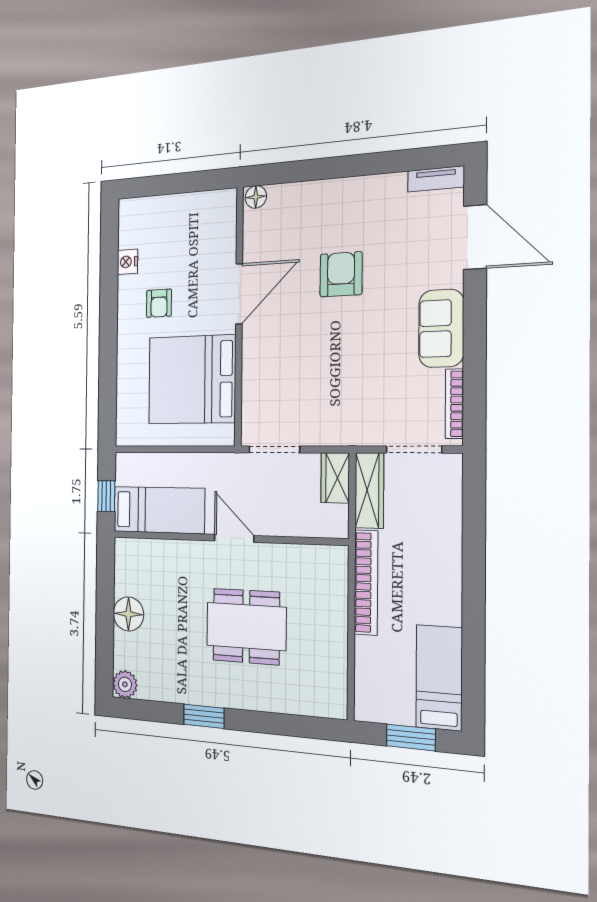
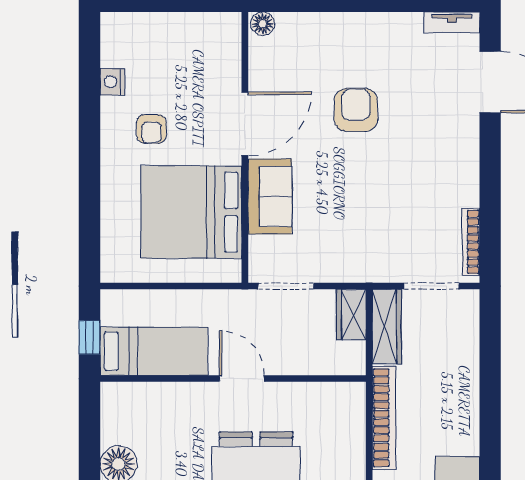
sofa: (441, 328) -> (270, 196), moved, turned 180

